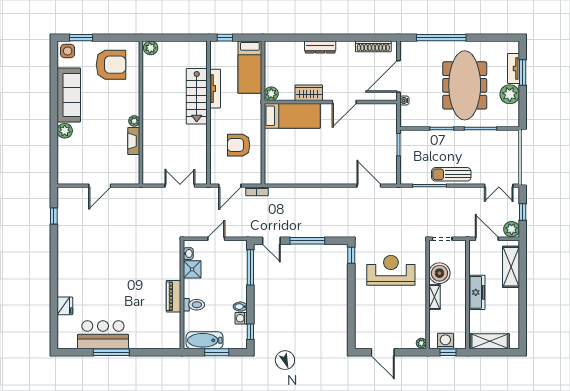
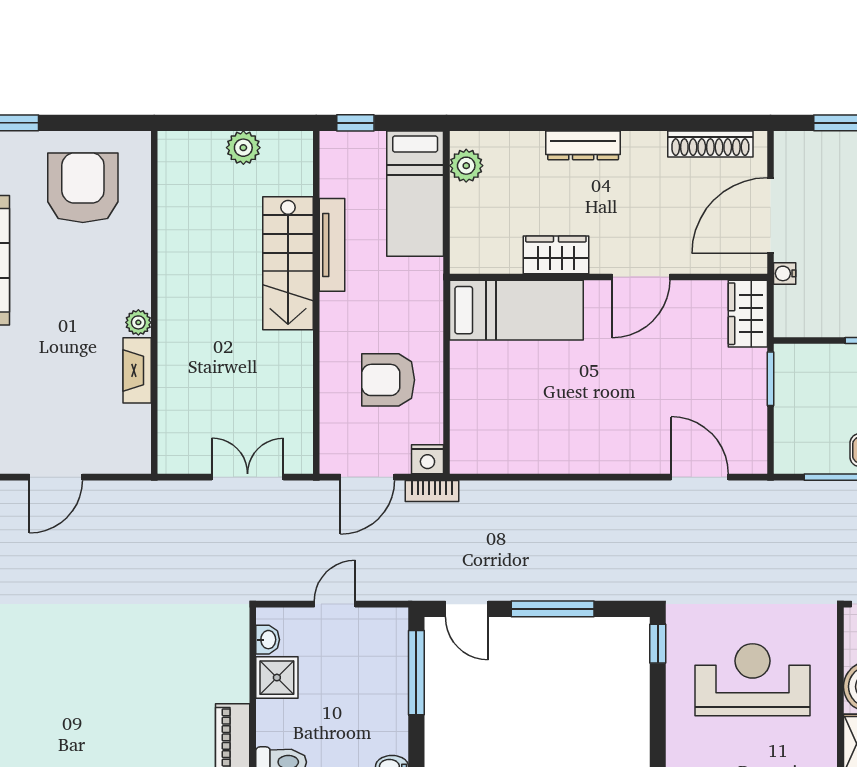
plant: (151, 48) -> (243, 148), moved
armchair: (111, 65) -> (83, 188), turned -90
plant: (271, 94) -> (466, 166), moved
wardrobe: (389, 117) -> (748, 314), added
nightstand: (255, 178) -> (427, 459), added

